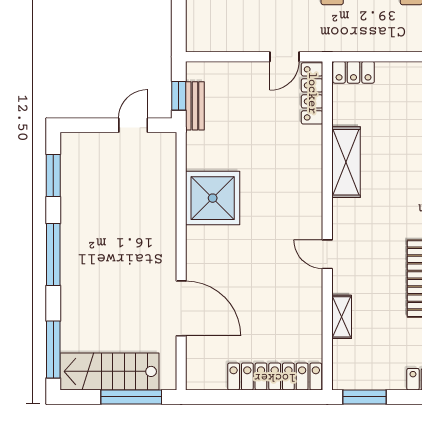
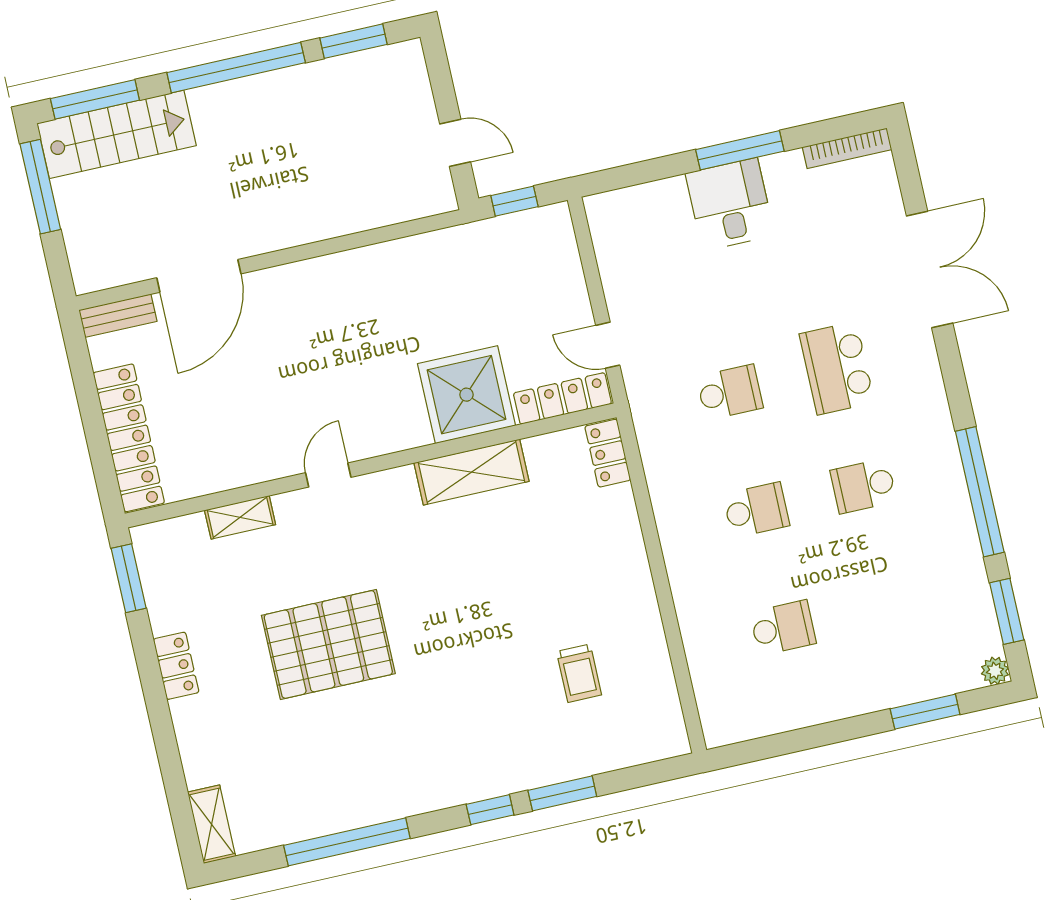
bench: (195, 106) -> (118, 316), moved
shower: (213, 198) -> (466, 395), moved
window: (53, 255) -> (236, 68), width x1.46
stairs: (110, 371) -> (117, 134), moved, turned 90
window: (131, 397) -> (40, 187), moved

